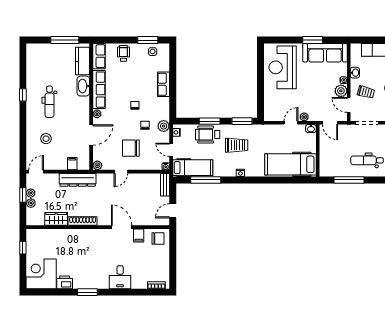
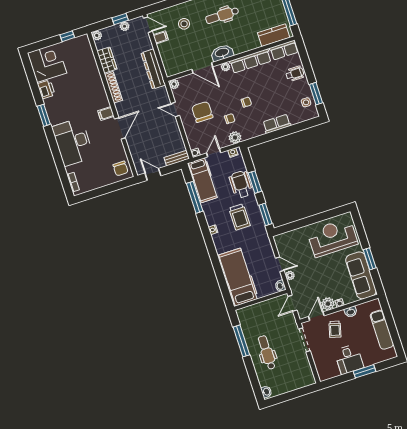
washbasin: (83, 86) -> (222, 53), moved
filing cabinet: (72, 164) -> (161, 37), moved
plant: (31, 203) -> (97, 35), moved
filing cabinet: (139, 235) -> (106, 114), moved
desk: (120, 277) -> (73, 142), width x1.87, depth x1.30

